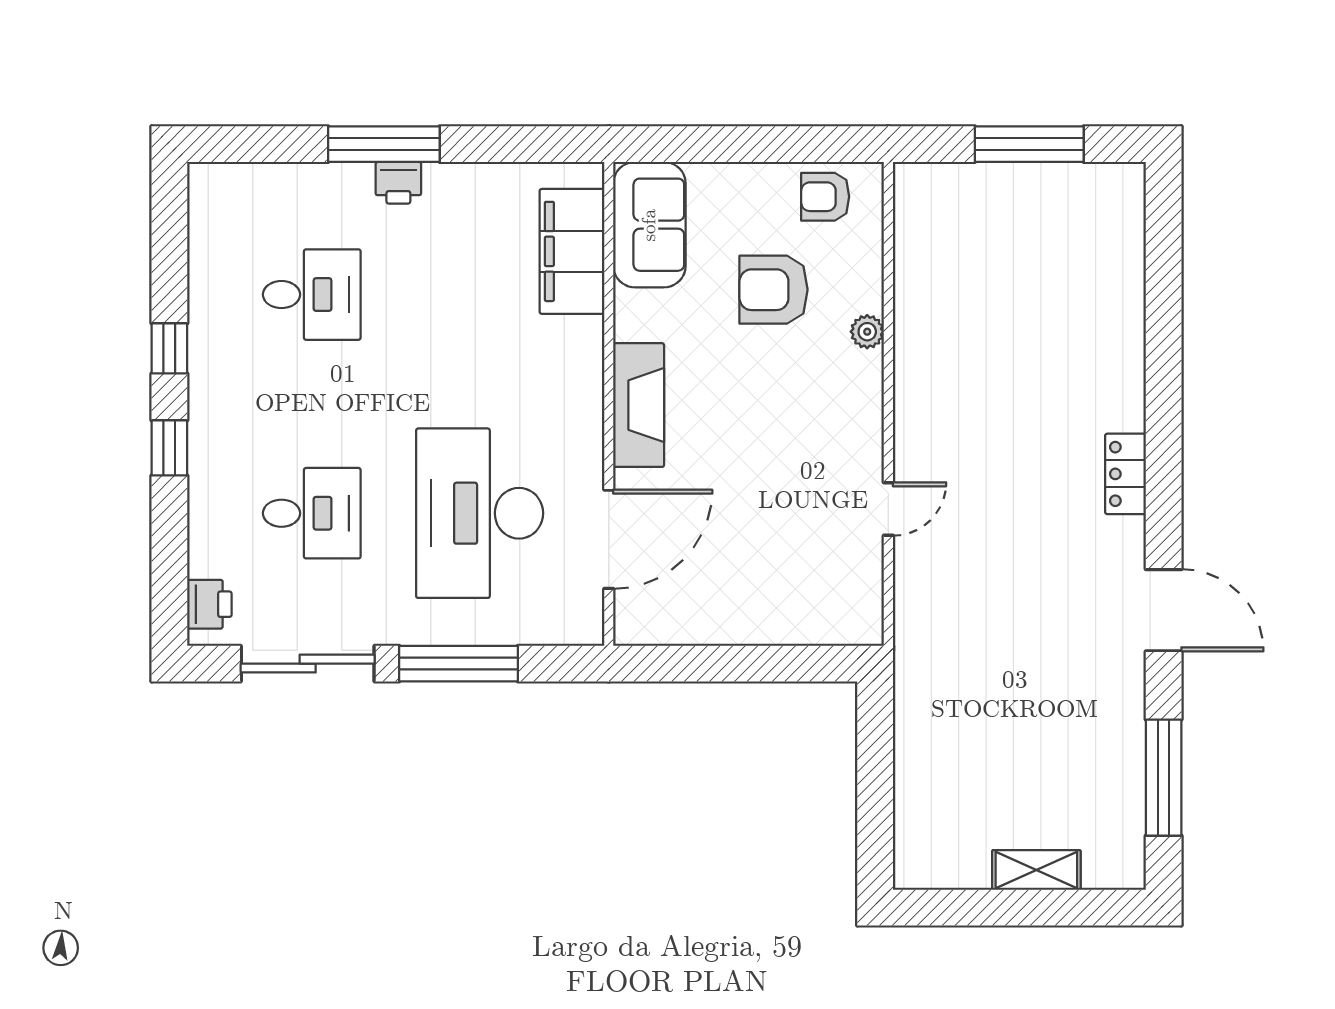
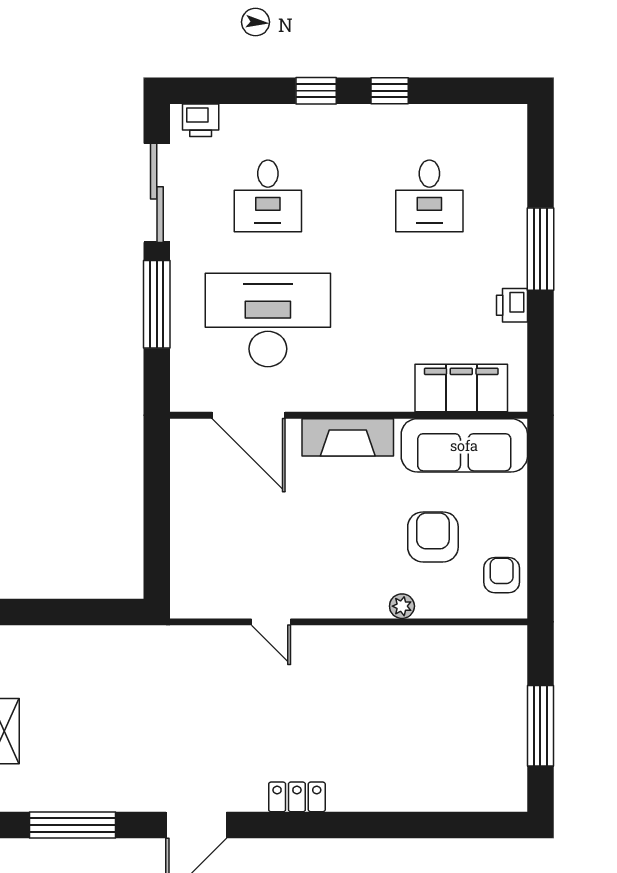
printer: (398, 183) -> (512, 305), moved
sofa: (649, 225) -> (464, 445), width x1.36

